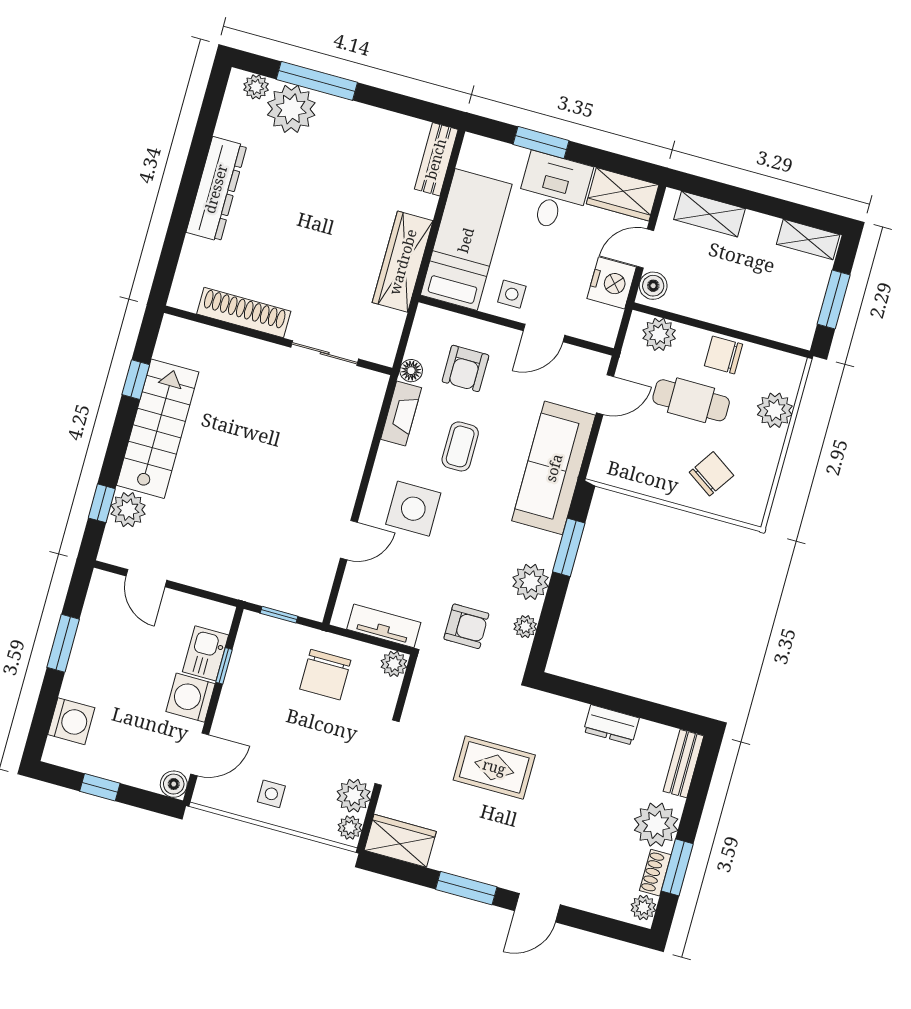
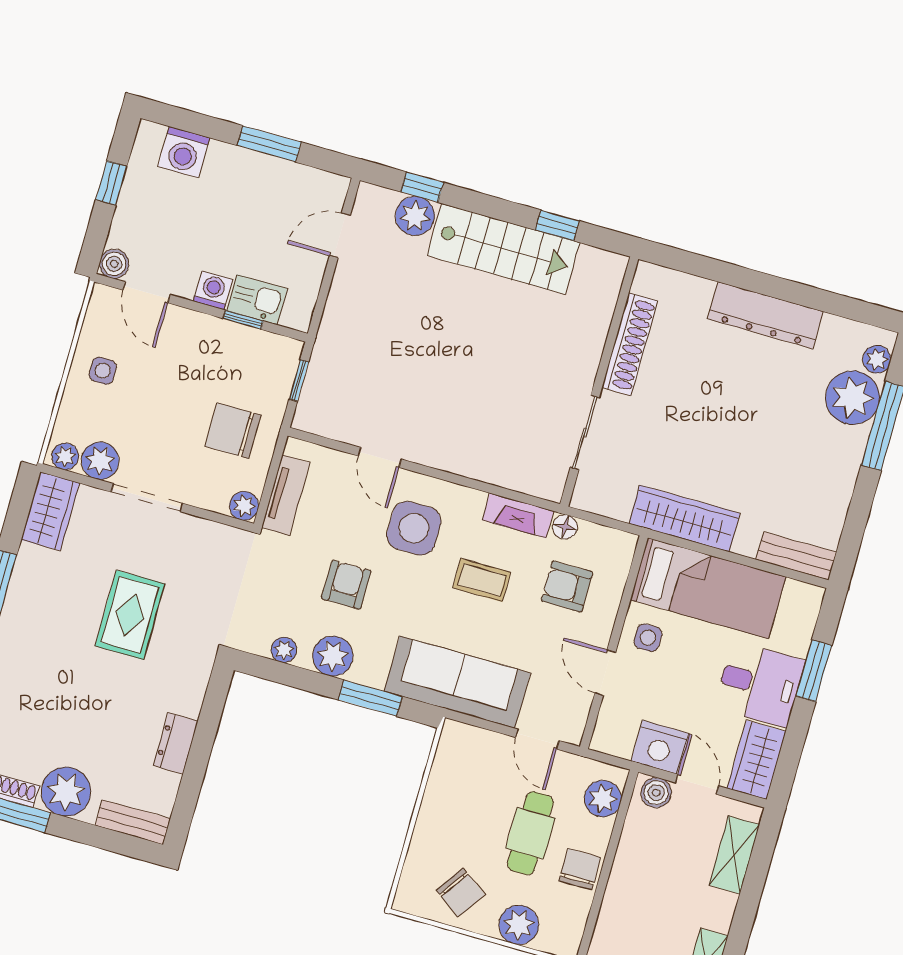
chair: (711, 474) -> (460, 892), moved
armchair: (466, 626) -> (346, 585), moved, turned 180
washing machine: (191, 698) -> (213, 290), width x0.73, depth x0.73

